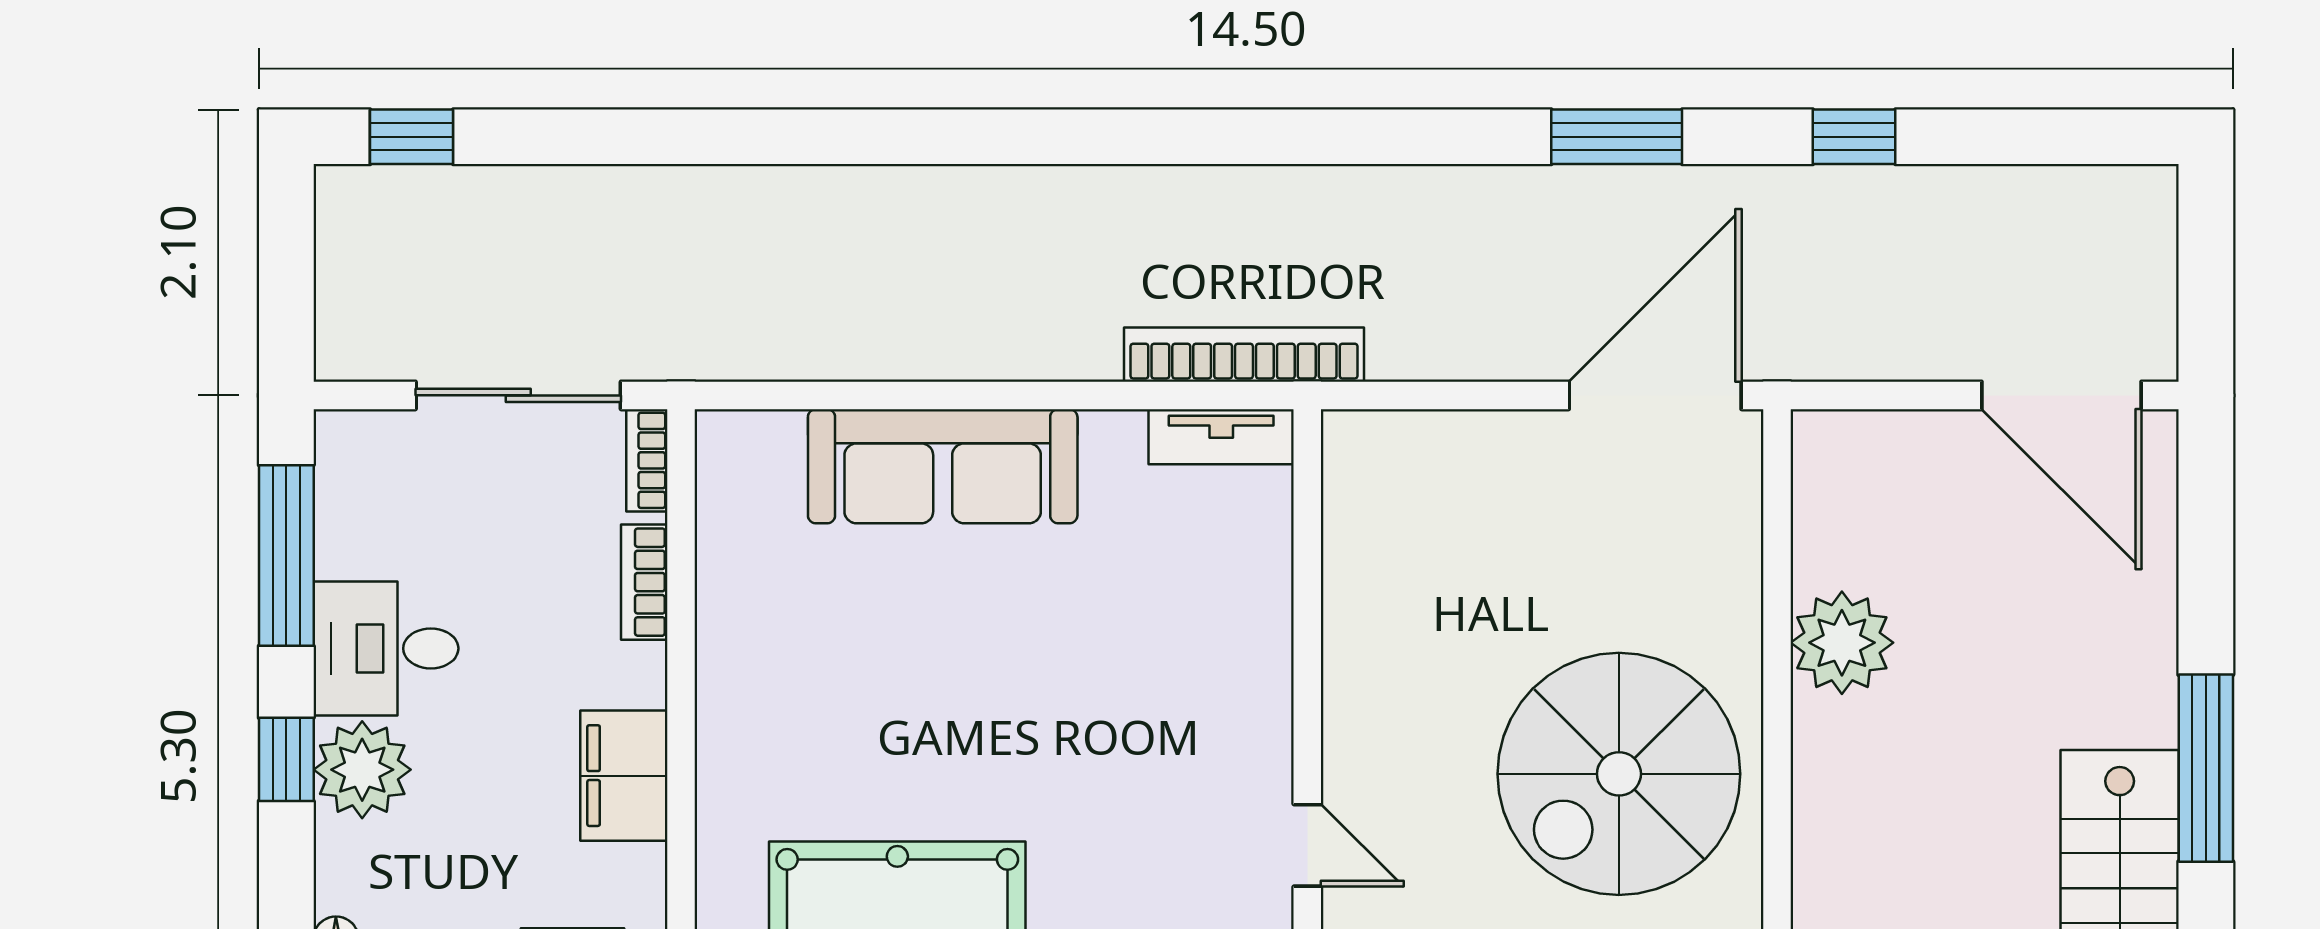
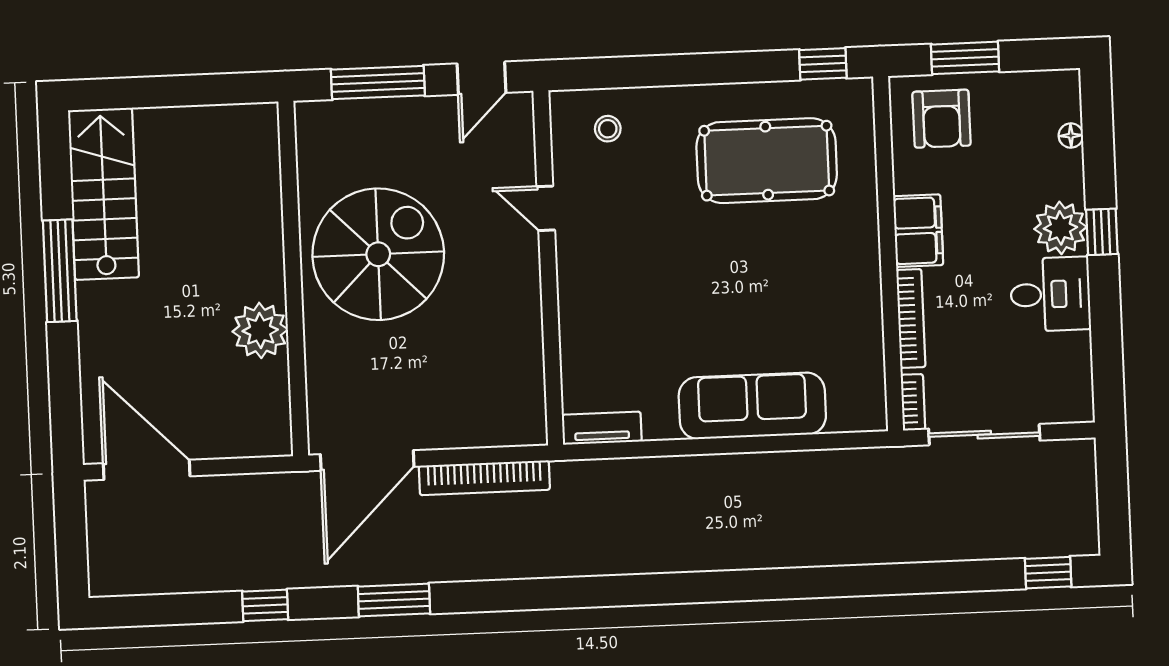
bookcase: (1244, 355) -> (484, 478), moved
window: (286, 555) -> (1107, 342), removed
bookcase: (644, 582) -> (911, 319), width x1.56

